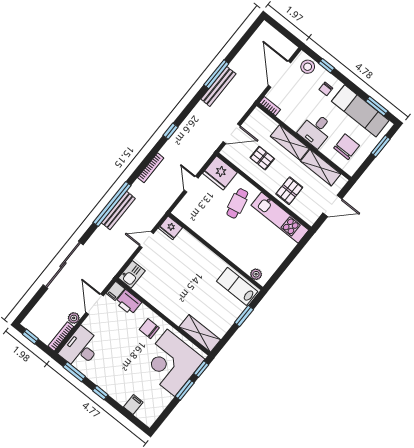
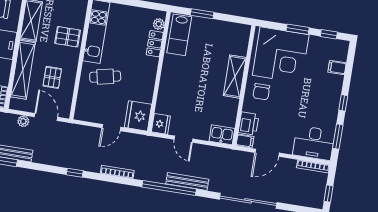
shelving: (290, 142) -> (23, 70), width x1.47
fridge: (220, 173) -> (138, 116), moved, turned 180
bench: (118, 211) -> (187, 182), moved
locker: (241, 261) -> (155, 44), added
plant: (74, 318) -> (23, 121), moved
shelving: (200, 333) -> (235, 77), moved
window: (201, 369) -> (329, 34), moved

